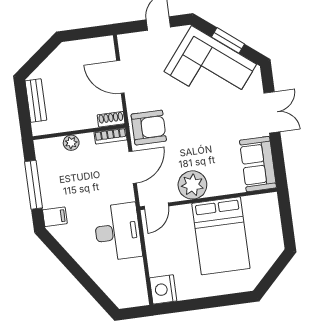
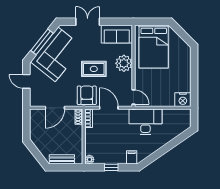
window: (228, 40) -> (42, 42), width x1.44
rug: (194, 133) -> (94, 69), added
plant: (71, 143) -> (89, 159), moved
window: (33, 185) -> (111, 167), width x0.46
plant: (192, 185) -> (124, 63), moved
bed: (221, 236) -> (154, 47), moved, turned 90

